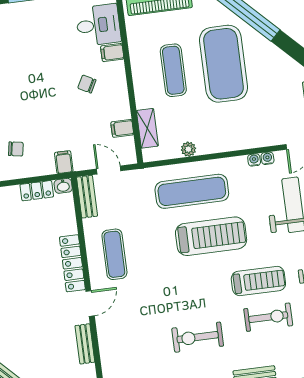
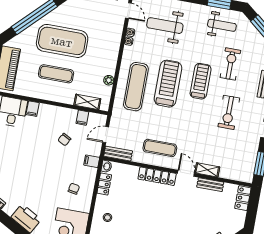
chair: (87, 84) -> (64, 140), moved
treadmill: (258, 281) -> (201, 81), moved
shelving: (105, 333) -> (207, 170), added

